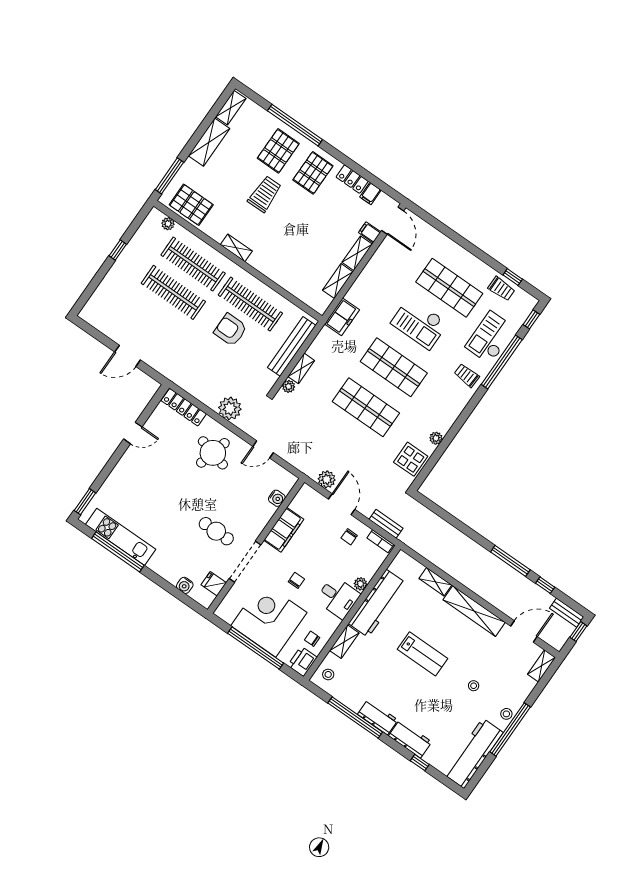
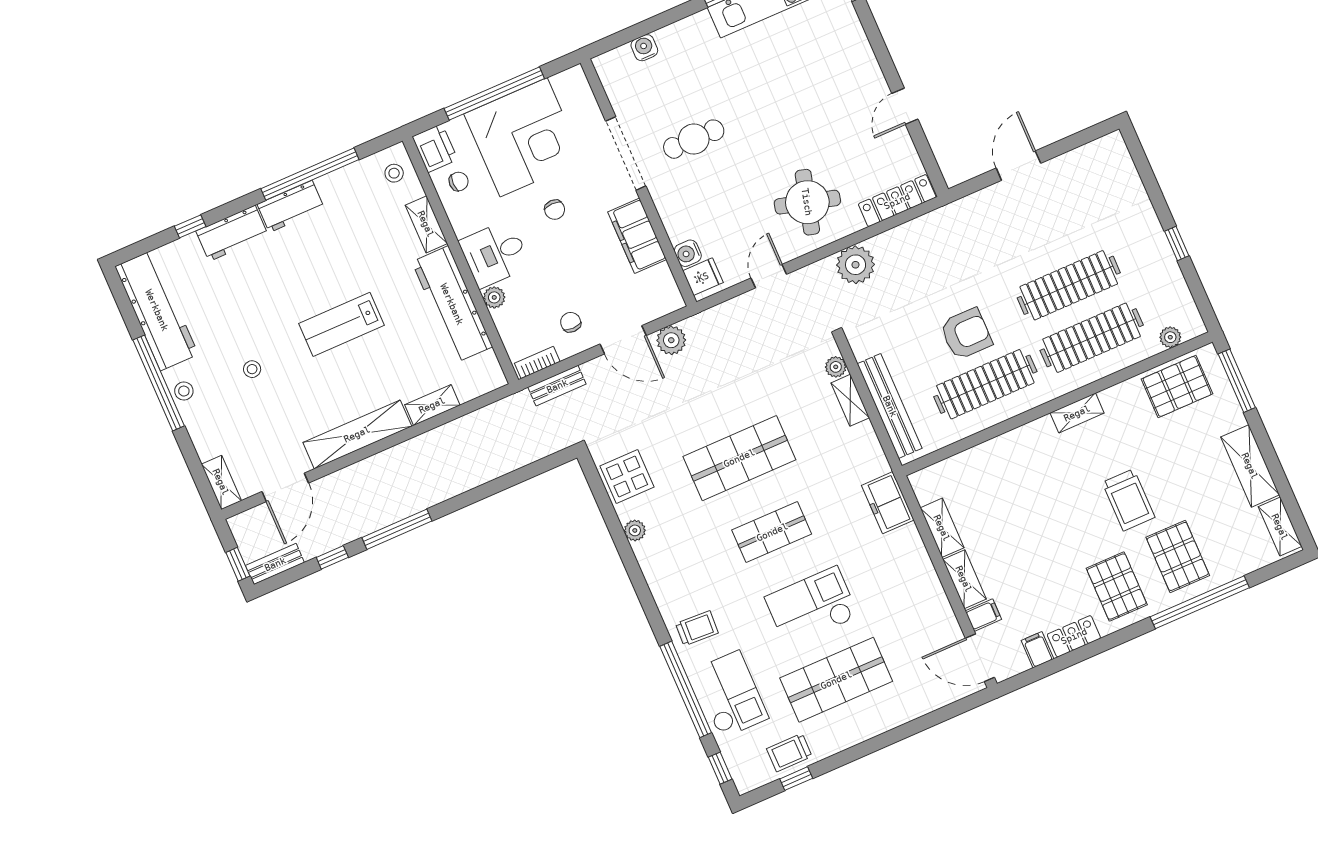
shop shelf: (394, 367) -> (772, 532), width x0.70, depth x0.74
fridge: (214, 584) -> (703, 277), moved

